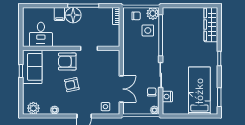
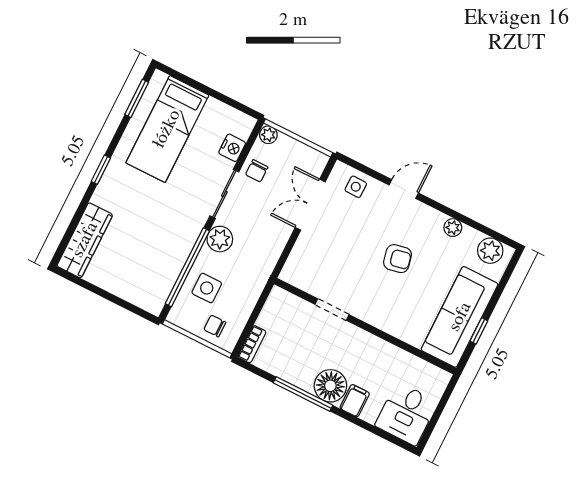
plant: (153, 13) -> (220, 239), moved
desk: (41, 34) -> (406, 414), moved, turned 180
armchair: (67, 62) -> (384, 306), removed
sofa: (32, 67) -> (460, 317), width x1.36

